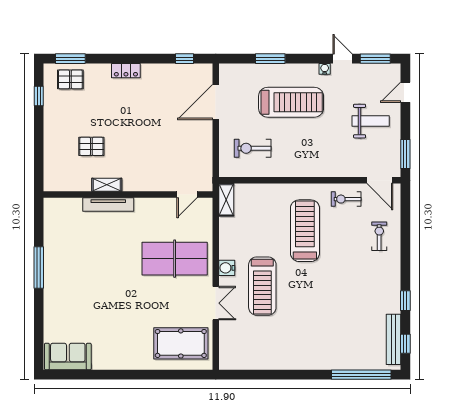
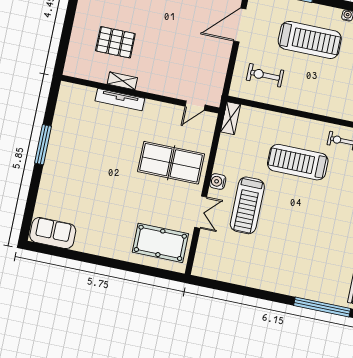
pallet: (91, 146) -> (115, 42), width x1.50, depth x1.42
treadmill: (305, 231) -> (298, 162), turned -90

